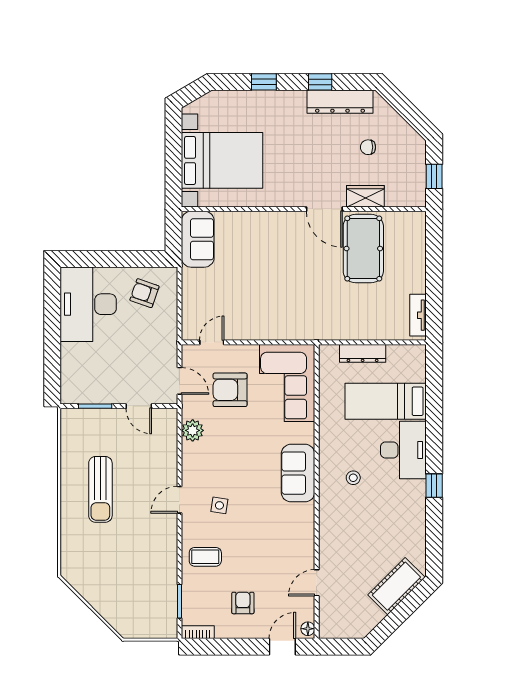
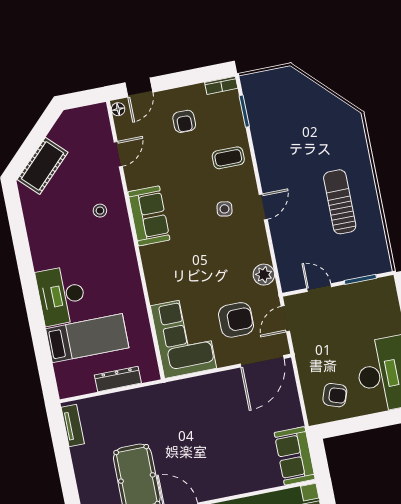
door: (212, 342) -> (262, 361), width x1.88
door: (179, 381) -> (285, 319), hinge flipped
sofa: (298, 473) -> (149, 216), moved
stool: (353, 478) -> (100, 211), moved
window: (434, 486) -> (26, 268), removed

